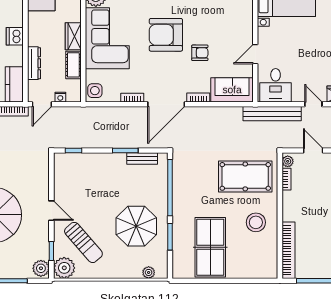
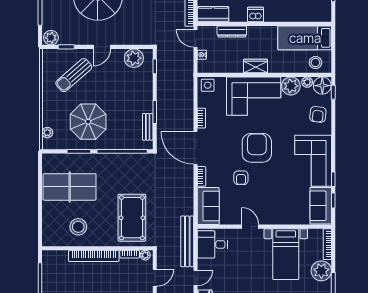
door: (255, 54) -> (250, 227), moved
cot: (73, 65) -> (230, 66), removed
stool: (256, 222) -> (78, 227), moved
bookcase: (289, 250) -> (94, 256), moved
plant: (64, 268) -> (134, 58), moved

